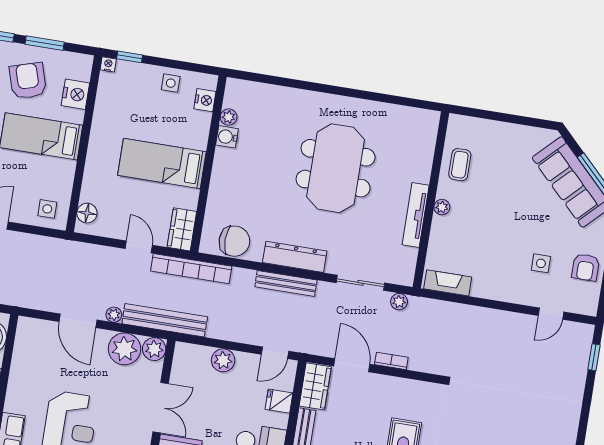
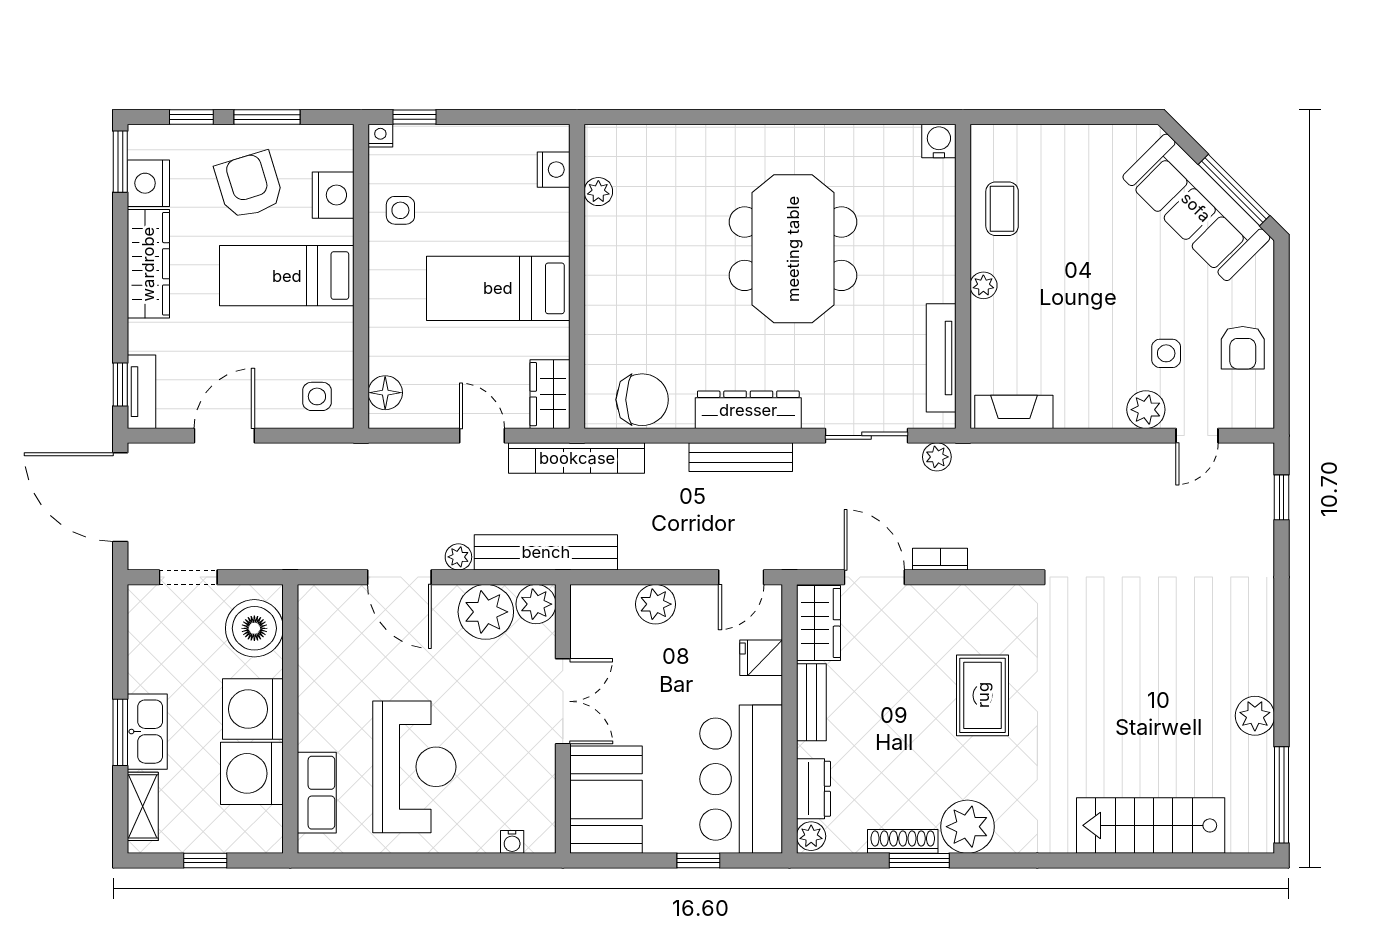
side table: (171, 83) -> (400, 210), moved
water cooler: (227, 137) -> (939, 141), moved, turned 90
tv unit: (416, 215) -> (941, 358), moved
plant: (524, 294) -> (1146, 410), added

